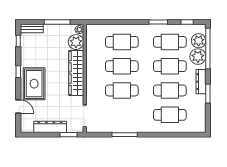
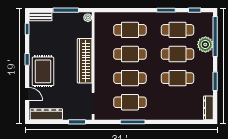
plant: (199, 41) -> (206, 29), removed
plant: (76, 42) -> (84, 30), removed
dresser: (201, 82) -> (208, 108), moved
cafe table: (170, 115) -> (130, 102), moved
dresser: (50, 127) -> (46, 114), moved

